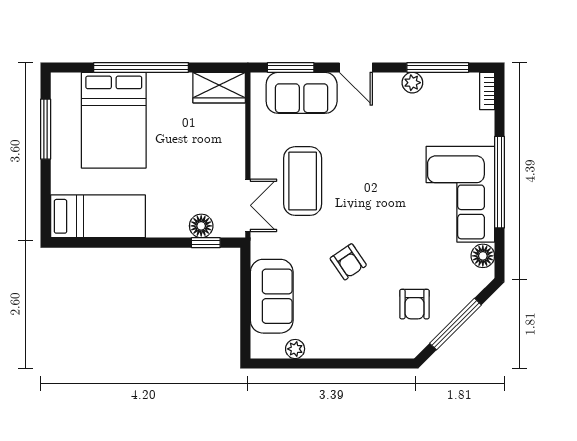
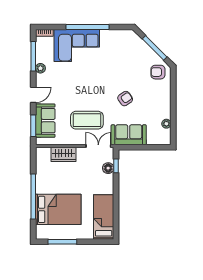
wardrobe: (219, 88) -> (63, 154), moved, turned 90
corner sofa: (460, 194) -> (77, 46), moved
floor lamp: (483, 256) -> (122, 35), removed
sofa: (272, 296) -> (129, 135), moved
armchair: (414, 304) -> (158, 72), moved, turned 180

